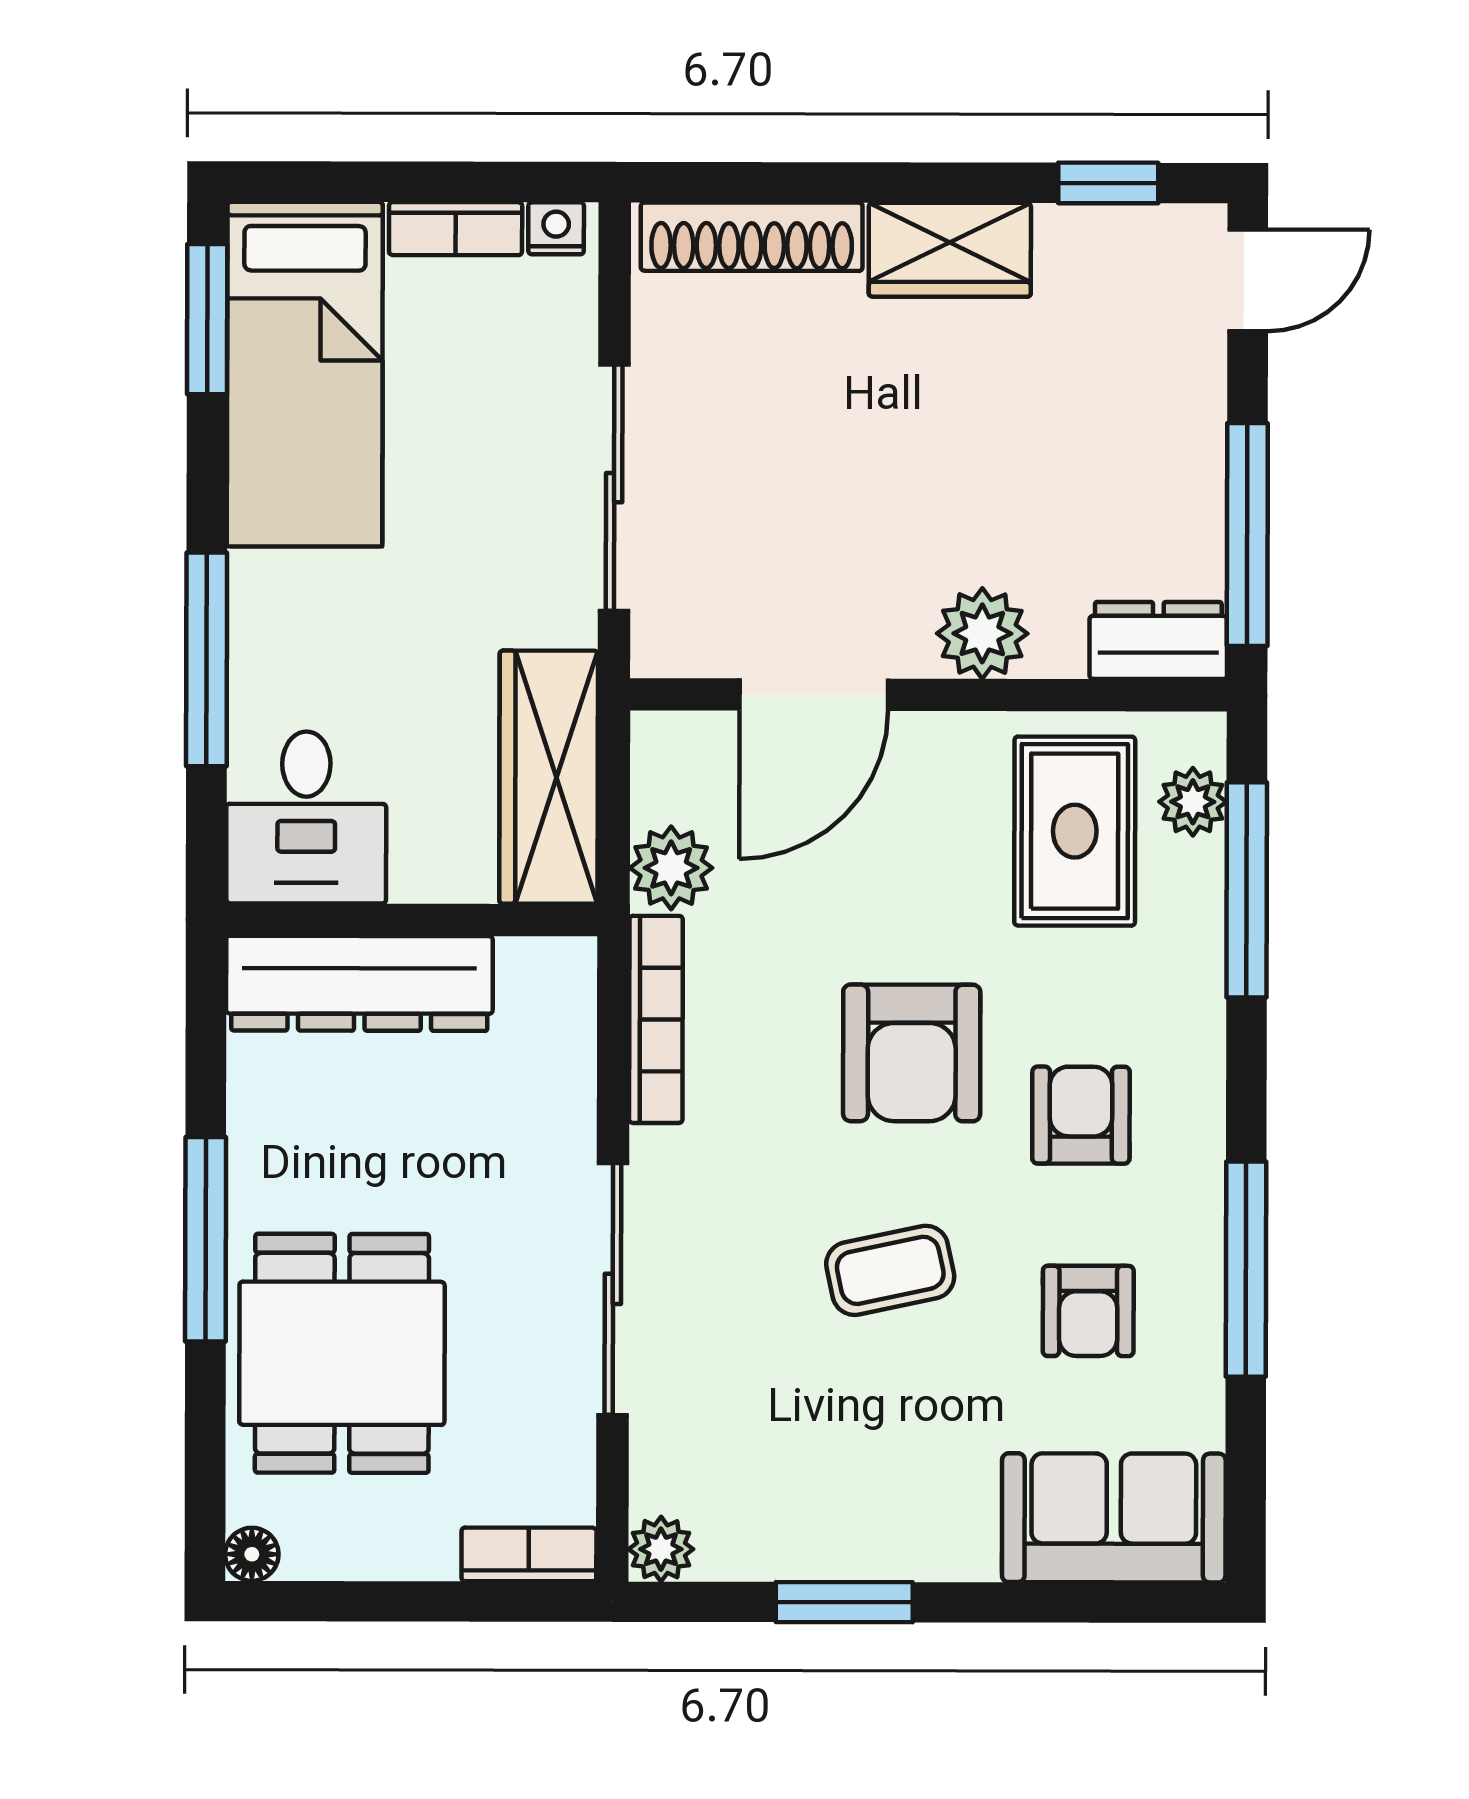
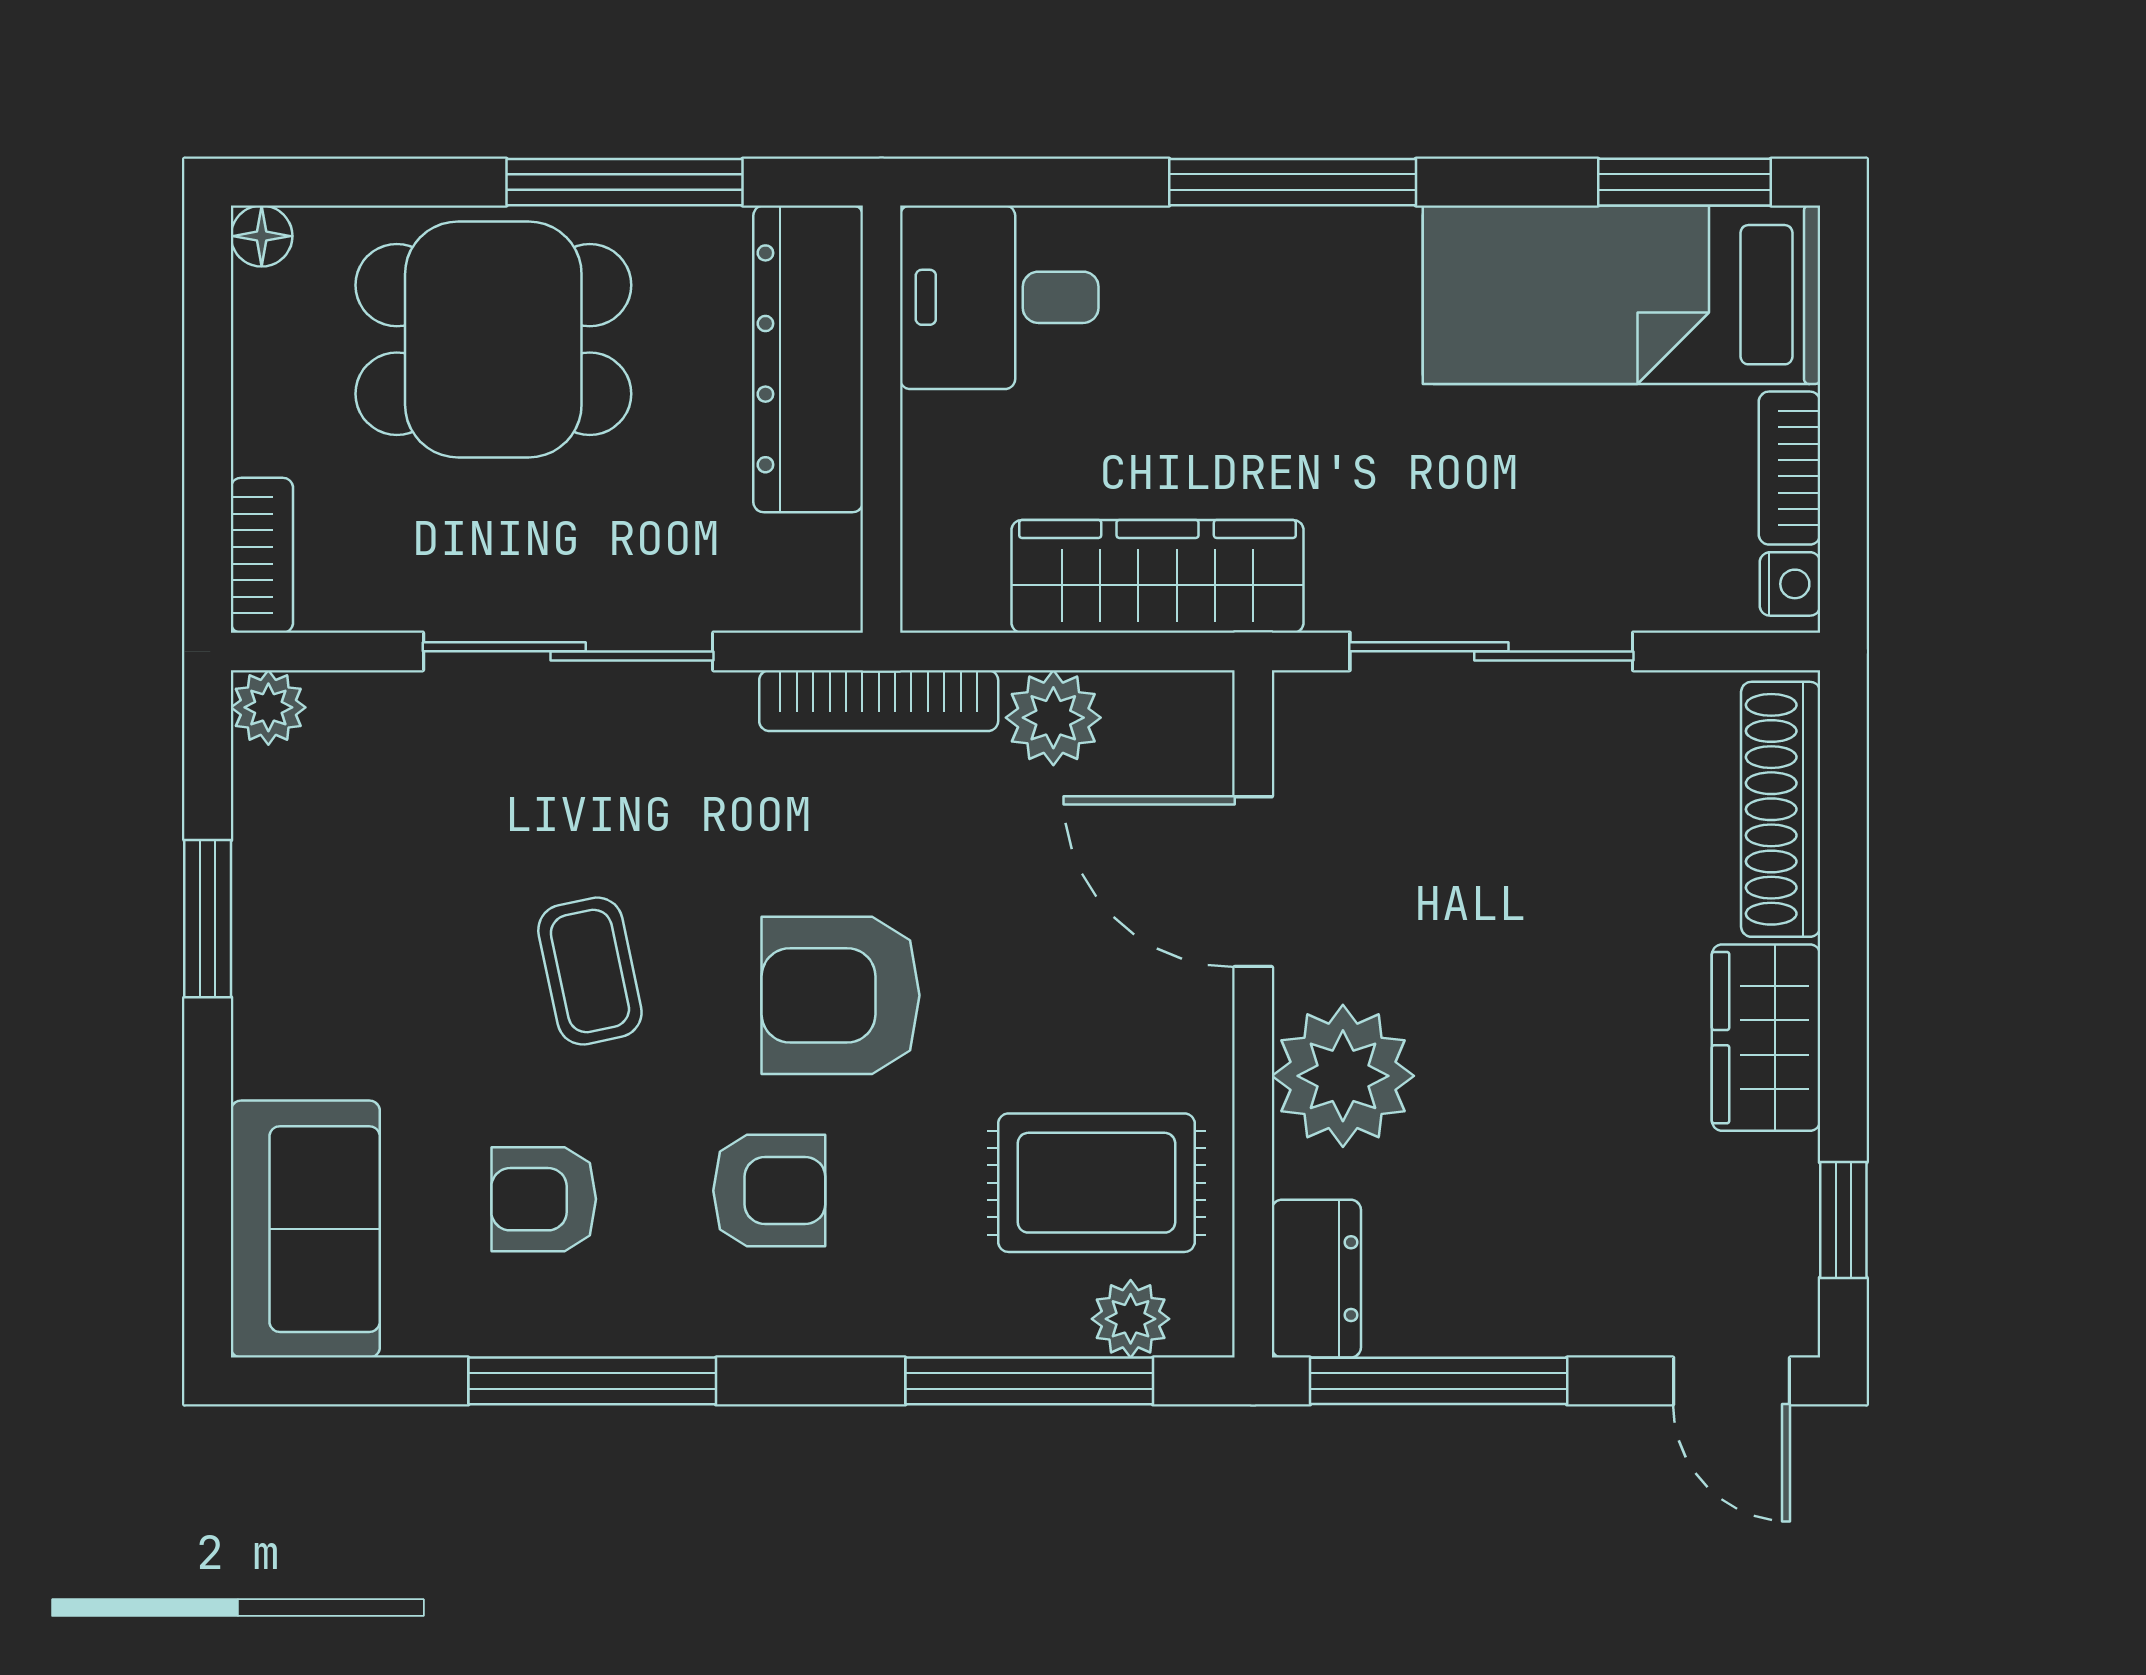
plant: (982, 633) -> (1343, 1076), width x1.36, depth x1.36
desk: (306, 817) -> (999, 297), moved
wall: (412, 920) -> (881, 419), moved
dresser: (359, 983) -> (808, 359), moved

